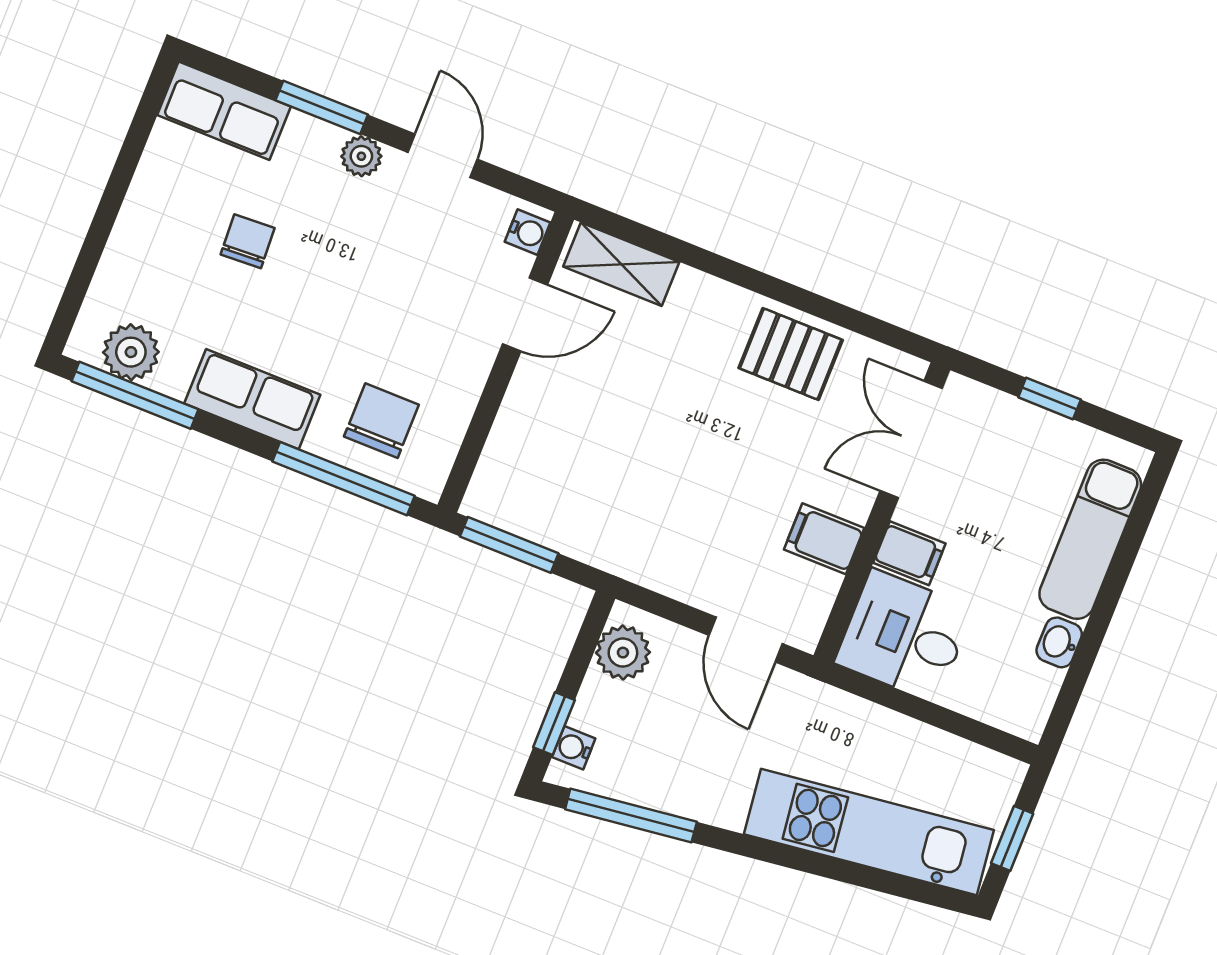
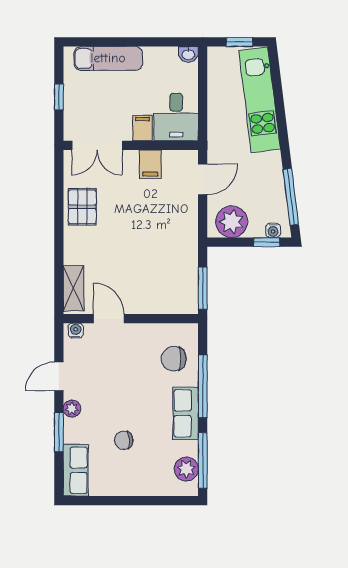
window: (343, 479) -> (203, 386), moved
washbasin: (1059, 642) -> (188, 54), moved
plant: (623, 653) -> (232, 222), width x1.36, depth x1.36

